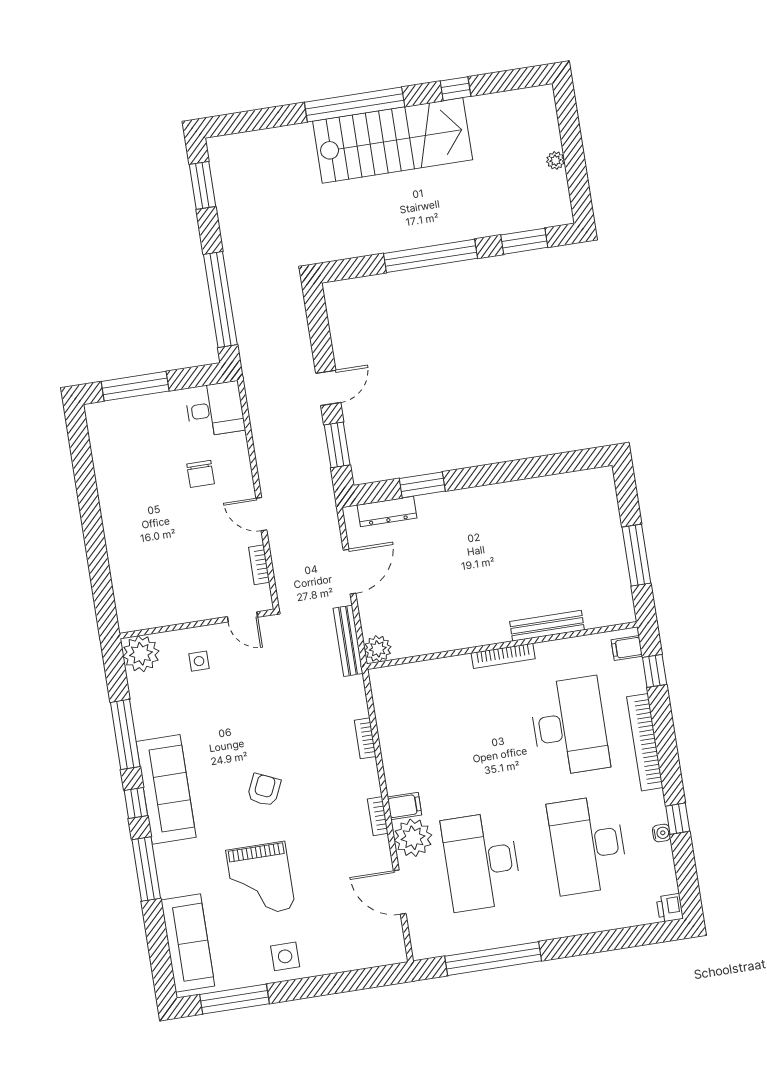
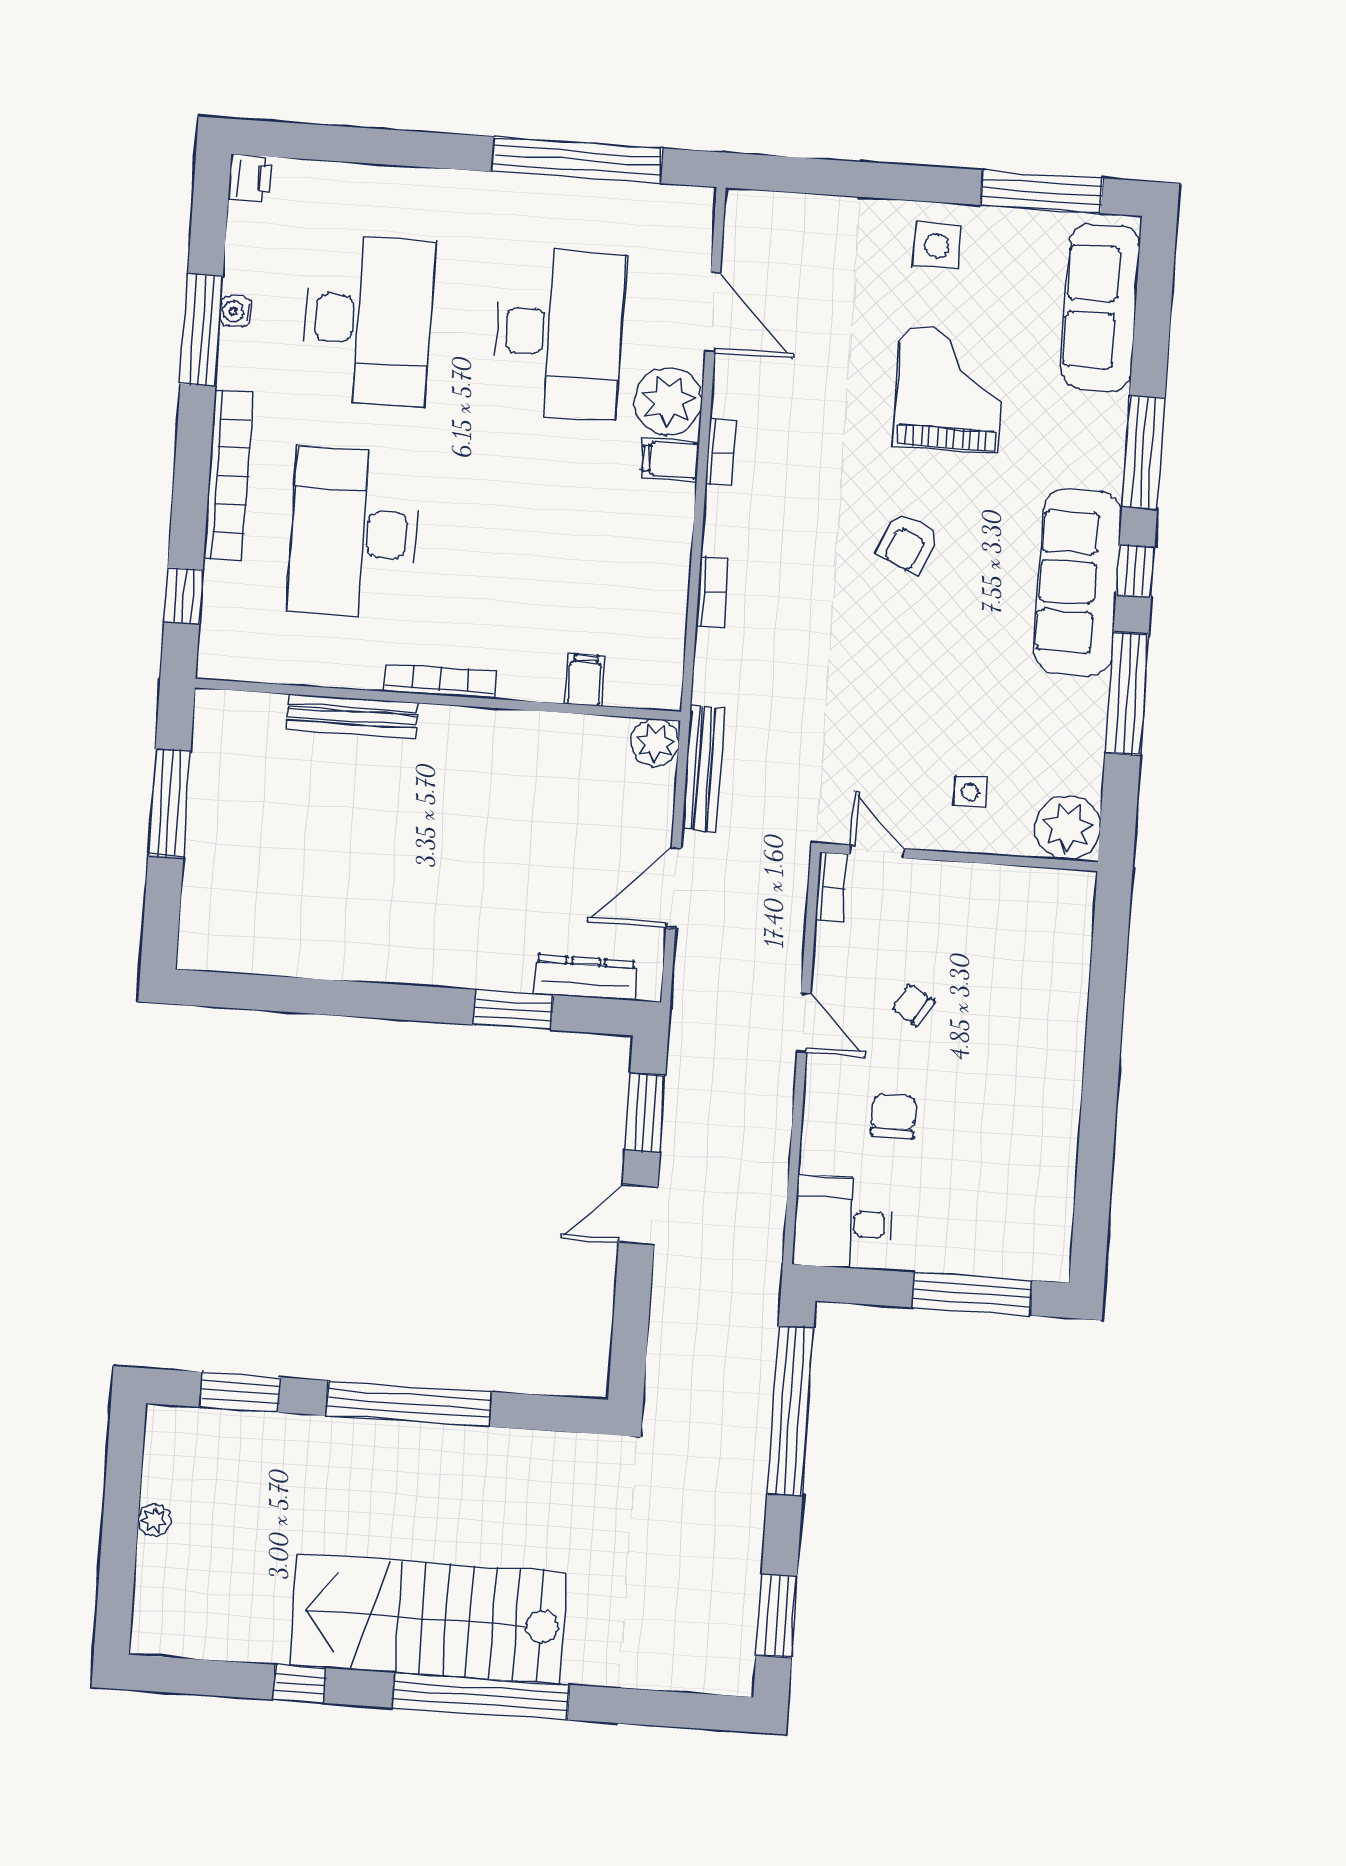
chair: (204, 537) -> (913, 1005), added
bookcase: (259, 565) -> (831, 887), moved
filing cabinet: (627, 648) -> (585, 680), moved, turned -90
window: (678, 819) -> (202, 330), width x2.17

